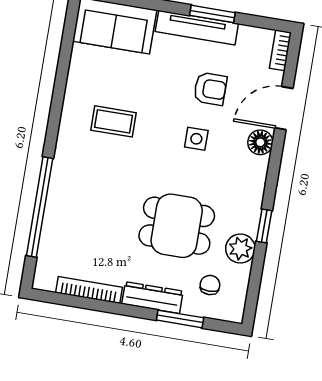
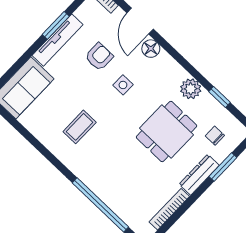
window: (264, 226) -> (220, 97), moved
plant: (240, 249) -> (191, 89), moved

